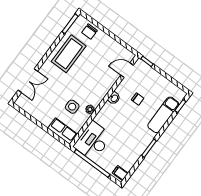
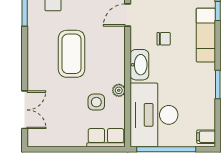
coffee table: (69, 54) -> (72, 54), moved
washbasin: (114, 98) -> (139, 65), width x1.91, depth x1.45
desk: (93, 141) -> (154, 115), width x1.36, depth x1.30

